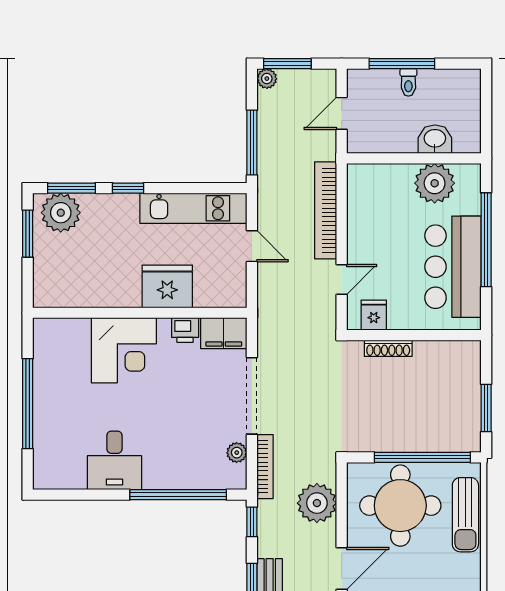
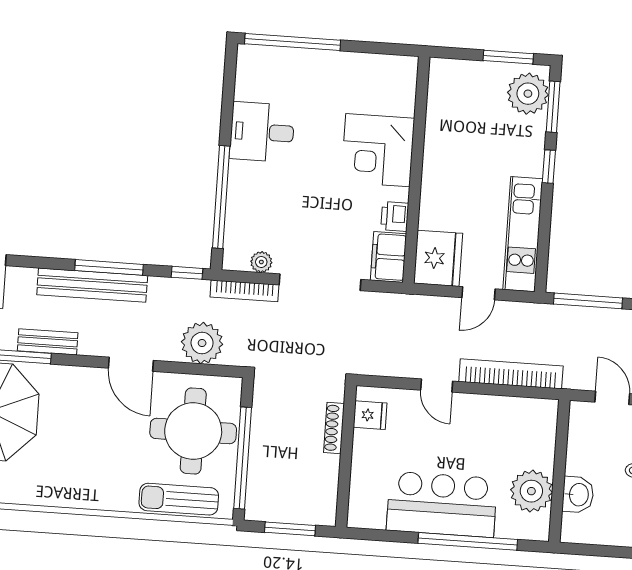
fridge: (167, 286) -> (438, 258), moved
fridge: (374, 315) -> (370, 415), moved
wall: (414, 335) -> (346, 456), moved
shoe rack: (388, 348) -> (334, 428), moved
window: (28, 404) -> (293, 42), moved

